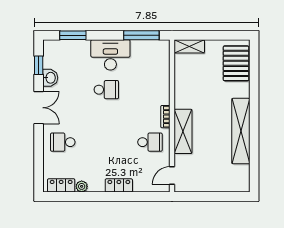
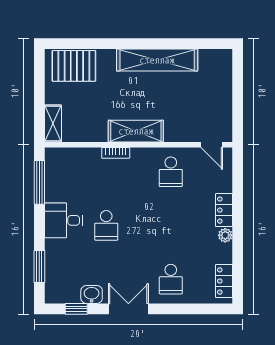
desk: (110, 55) -> (63, 220), width x0.73
school desk: (106, 90) -> (106, 225), turned 180
bookcase: (165, 117) -> (116, 153), moved
shelving: (183, 131) -> (136, 131), moved
school desk: (150, 142) -> (171, 172), turned 180
plant: (82, 186) -> (225, 235), moved

